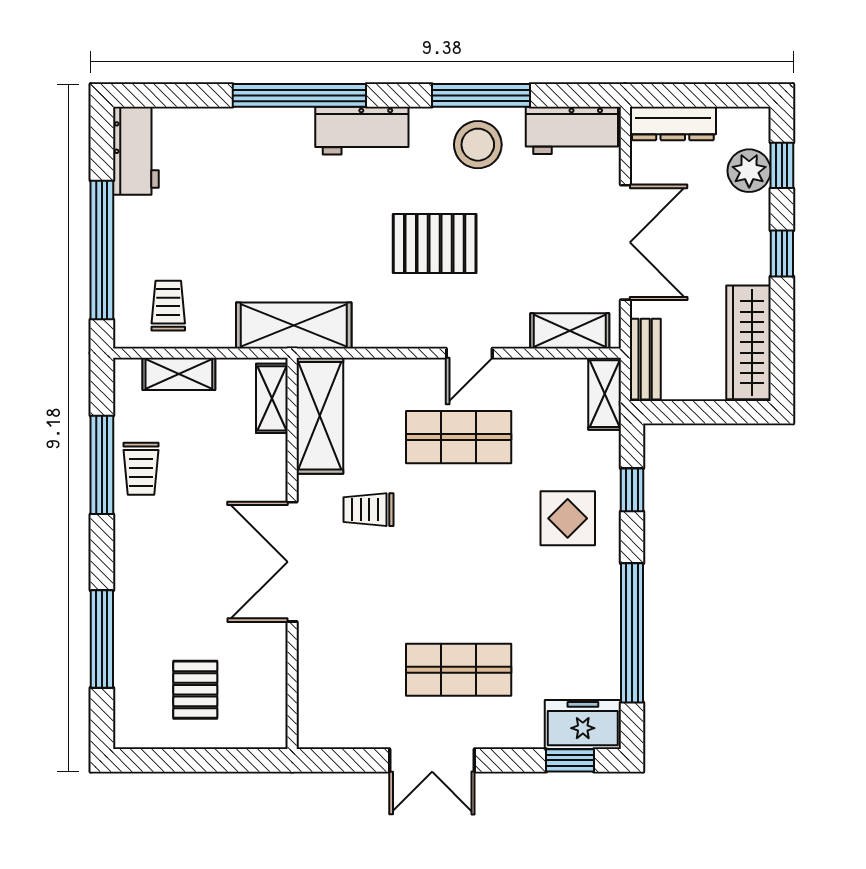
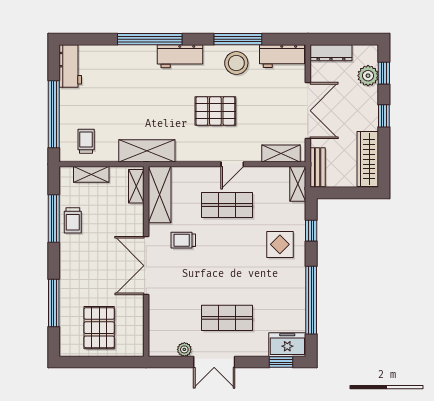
pallet: (195, 690) -> (99, 328), width x1.50, depth x1.42
plant: (371, 735) -> (184, 349), added

